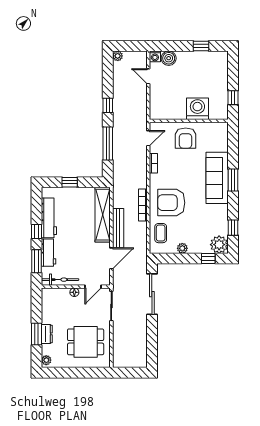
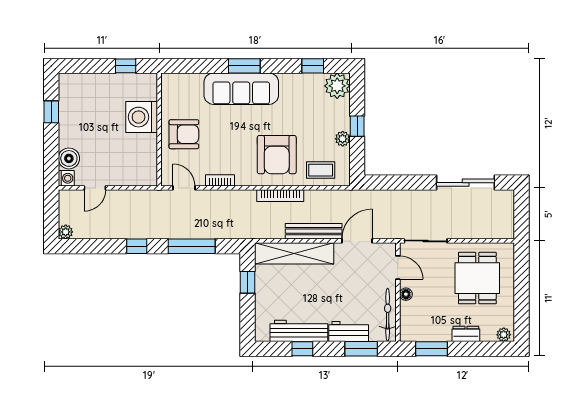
window: (70, 182) -> (248, 282), moved
window: (36, 232) -> (302, 349), moved
door: (111, 258) -> (357, 241), hinge flipped
window: (208, 258) -> (357, 126), moved
sliding door: (152, 294) -> (466, 183), moved
window: (36, 334) -> (431, 349), moved

